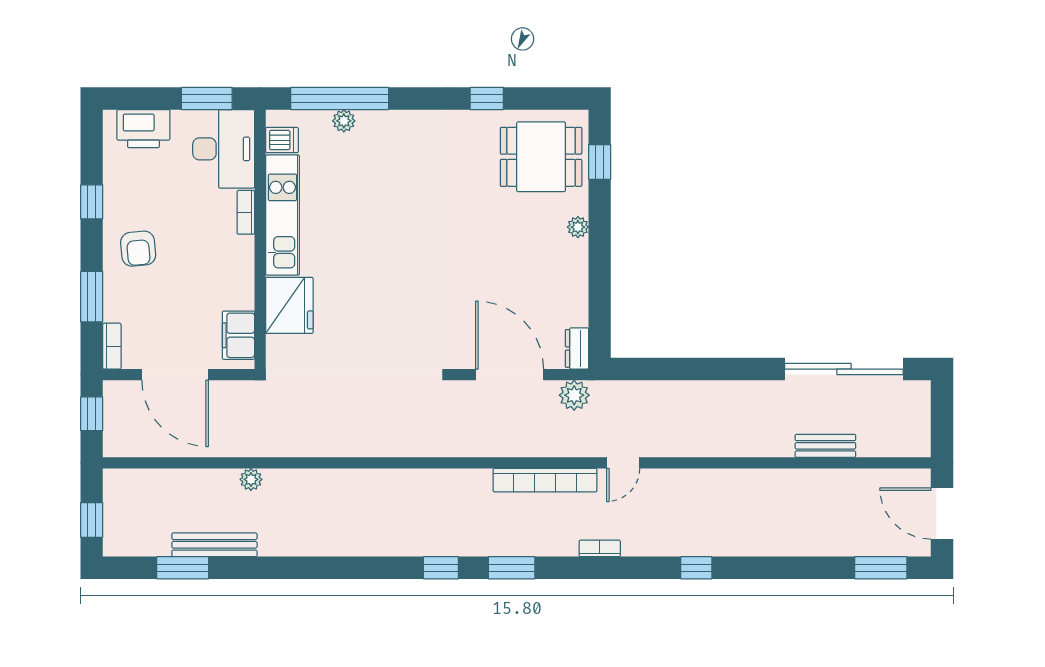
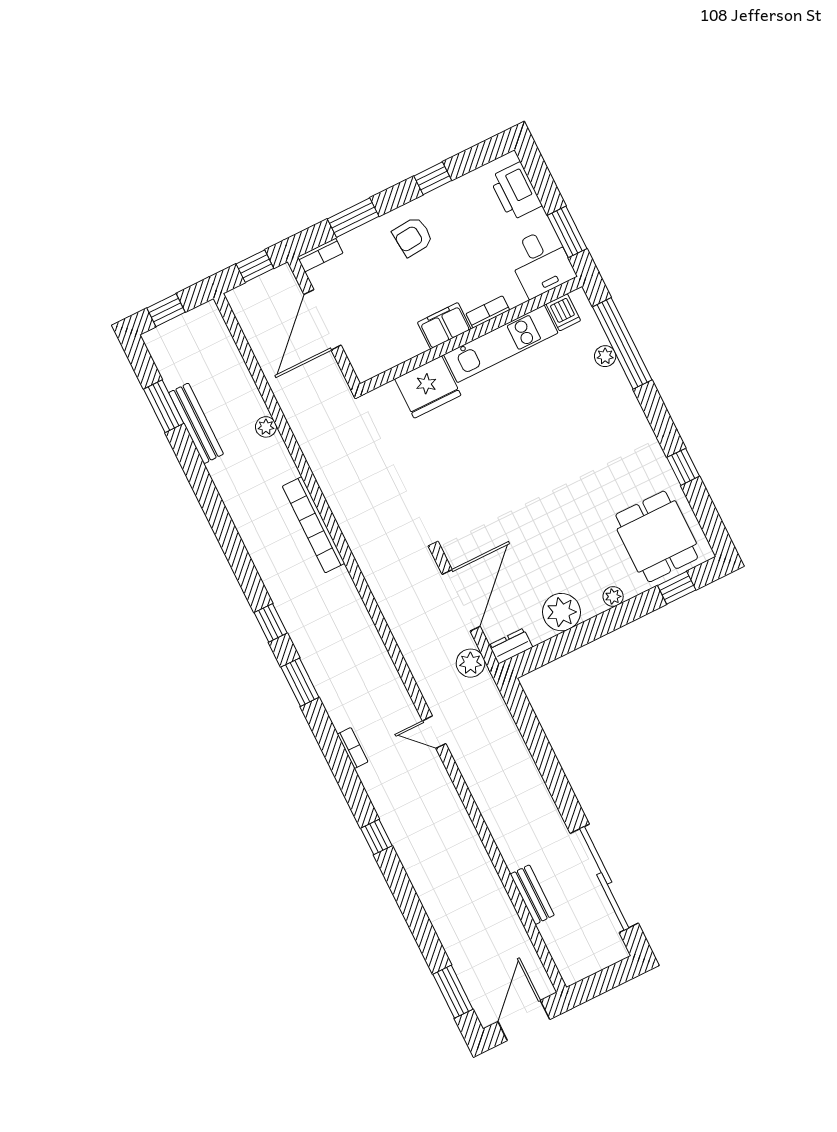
desk: (224, 149) -> (541, 263), width x0.73
plant: (568, 284) -> (561, 612), added
filing cabinet: (238, 335) -> (444, 326), moved
bookcase: (545, 480) -> (314, 525), moved

